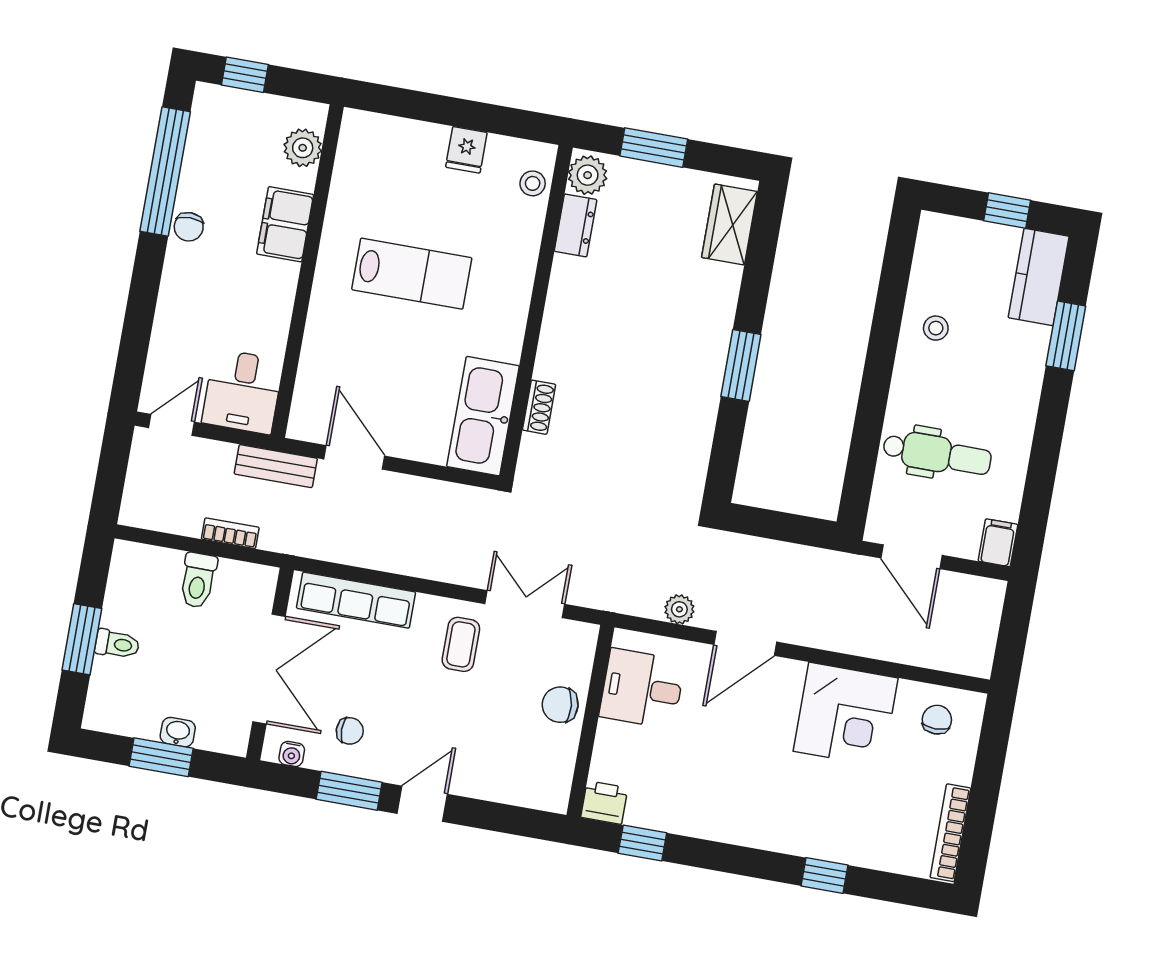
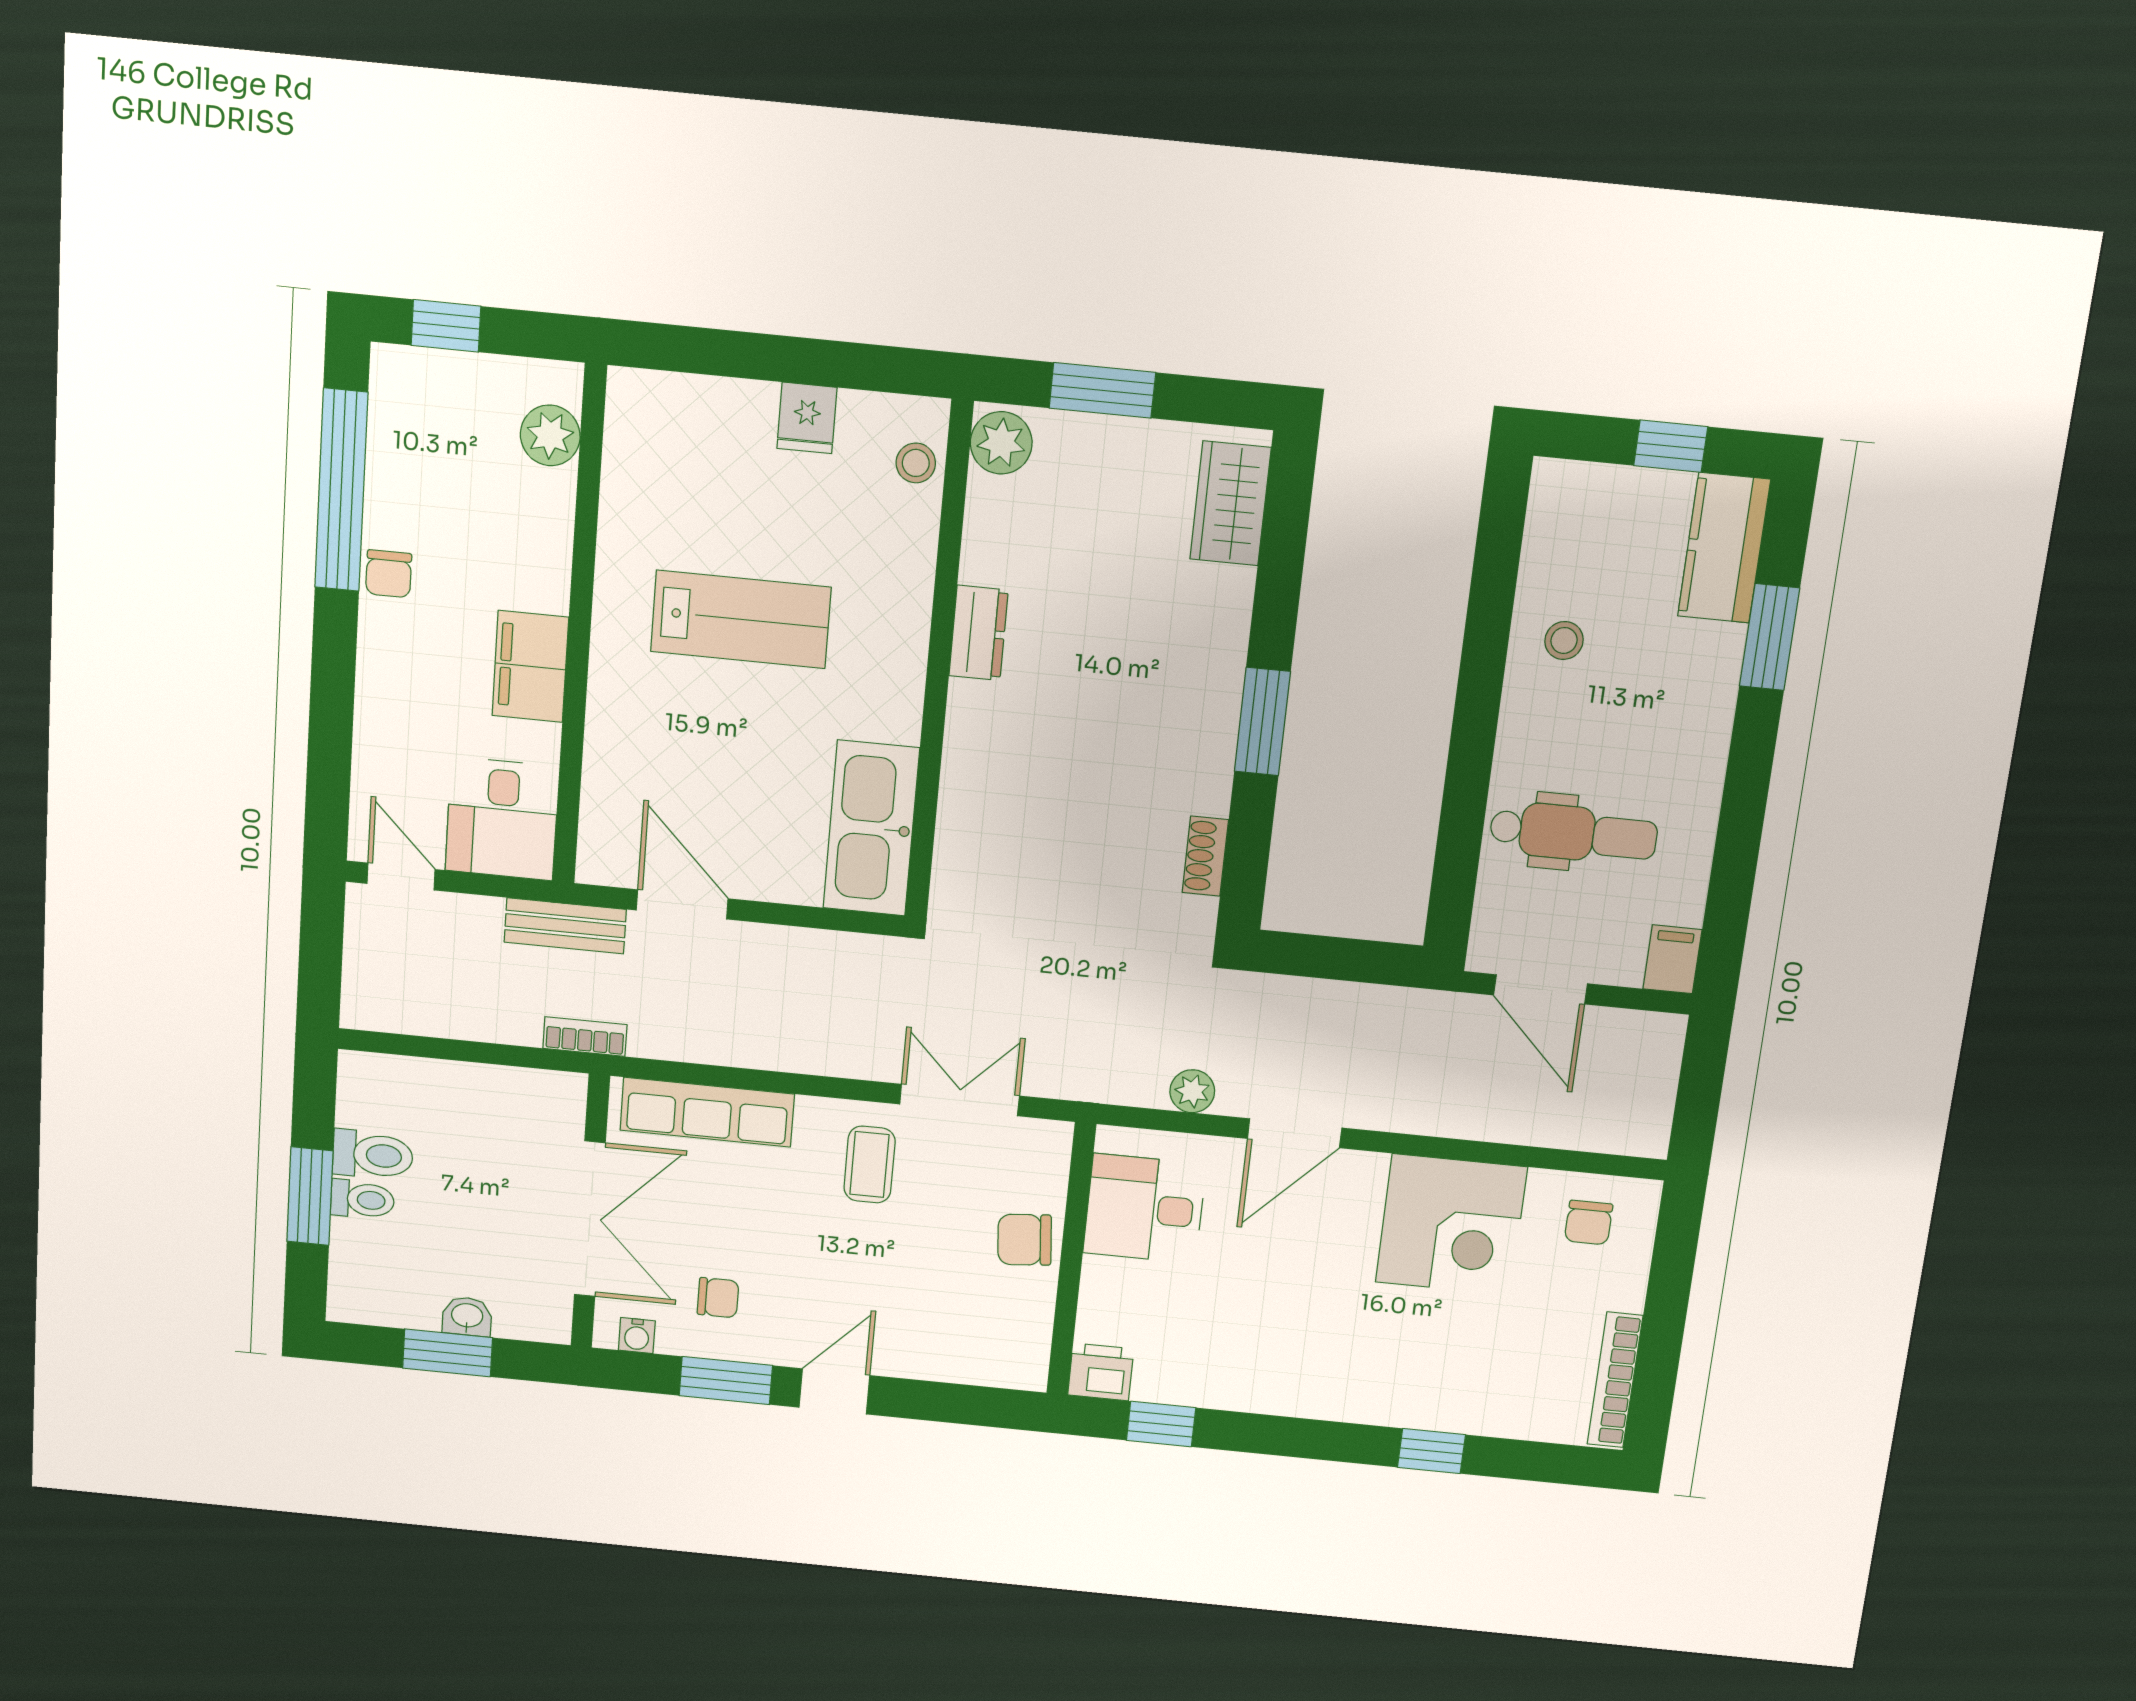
filing cabinet: (285, 224) -> (530, 666), moved
dresser: (576, 225) -> (979, 633), moved
shoe rack: (539, 407) -> (1205, 856), moved, turned 180
door: (171, 425) -> (401, 877), hinge flipped
bookcase: (230, 533) -> (585, 1037), moved
toilet: (198, 580) -> (373, 1155), moved, turned -90
chair: (937, 720) -> (1589, 1223), turned 180

